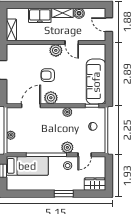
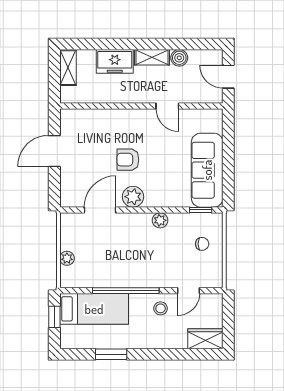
shelving: (11, 30) -> (68, 68), moved
plant: (56, 50) -> (141, 119), removed
plant: (67, 147) -> (160, 278), removed
window: (64, 194) -> (111, 354), moved

